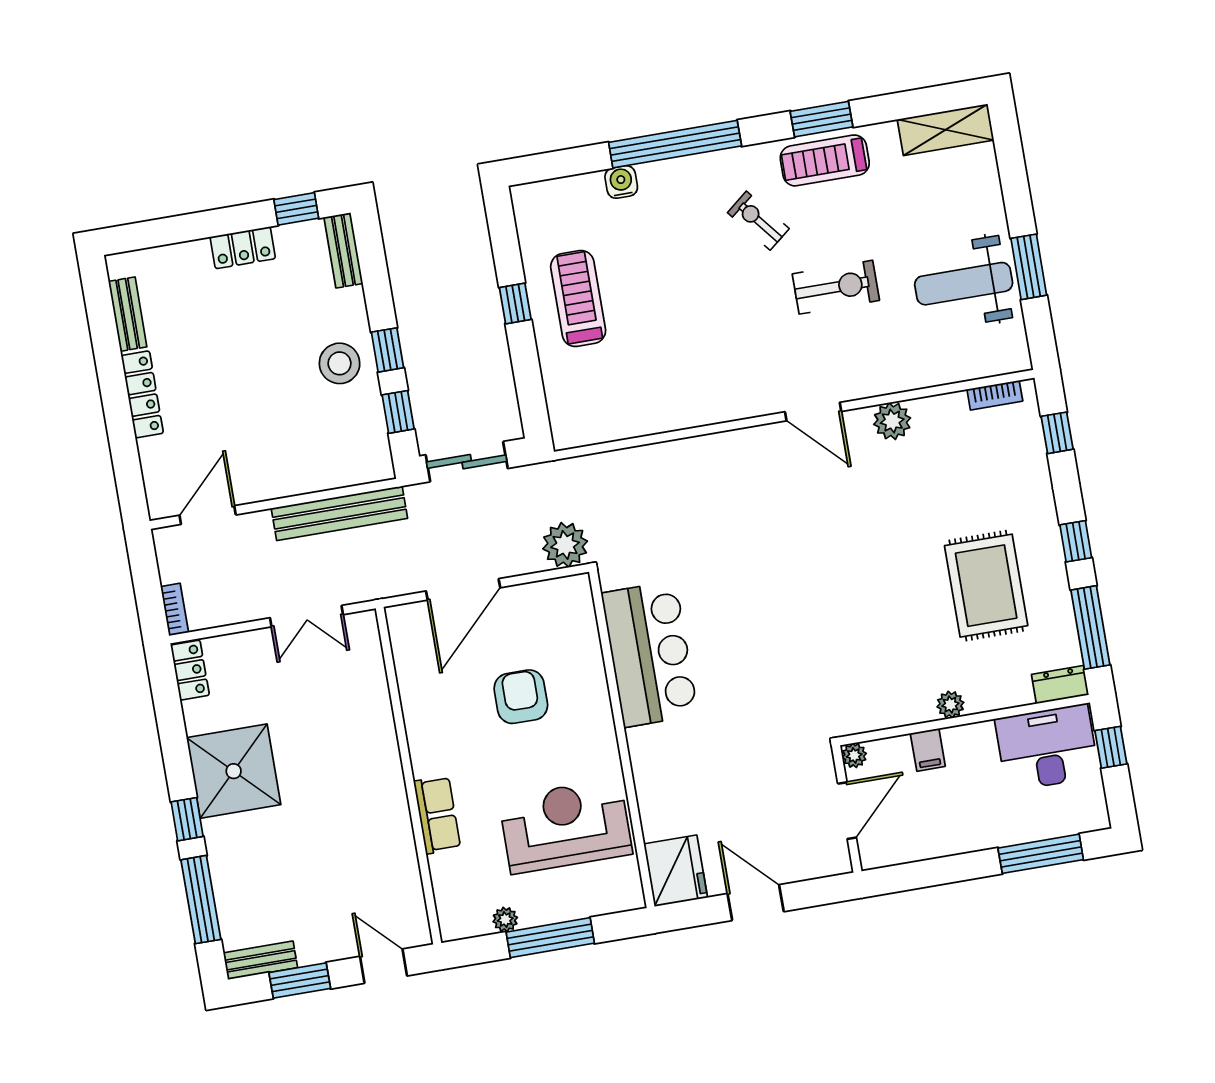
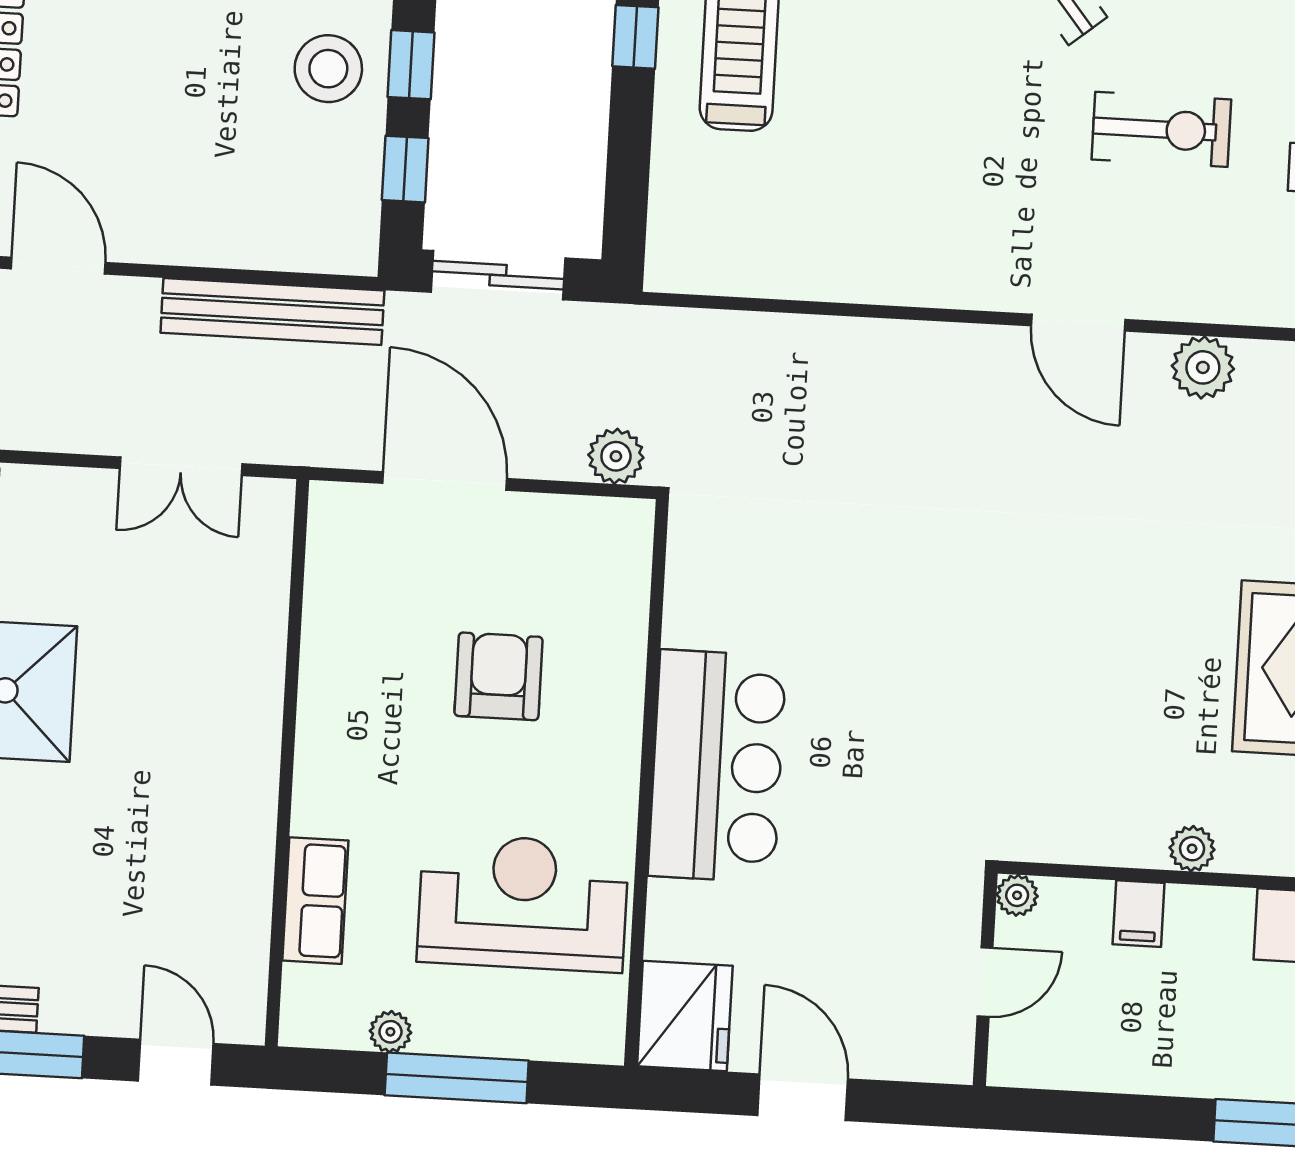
door: (208, 515) -> (58, 266), hinge flipped
plant: (565, 545) -> (616, 456), width x0.73, depth x0.73
door: (463, 589) -> (445, 481), swing flipped
bar counter: (650, 654) -> (717, 766), moved
door: (847, 811) -> (985, 982), width x0.73
row of seats: (437, 815) -> (315, 901), moved

